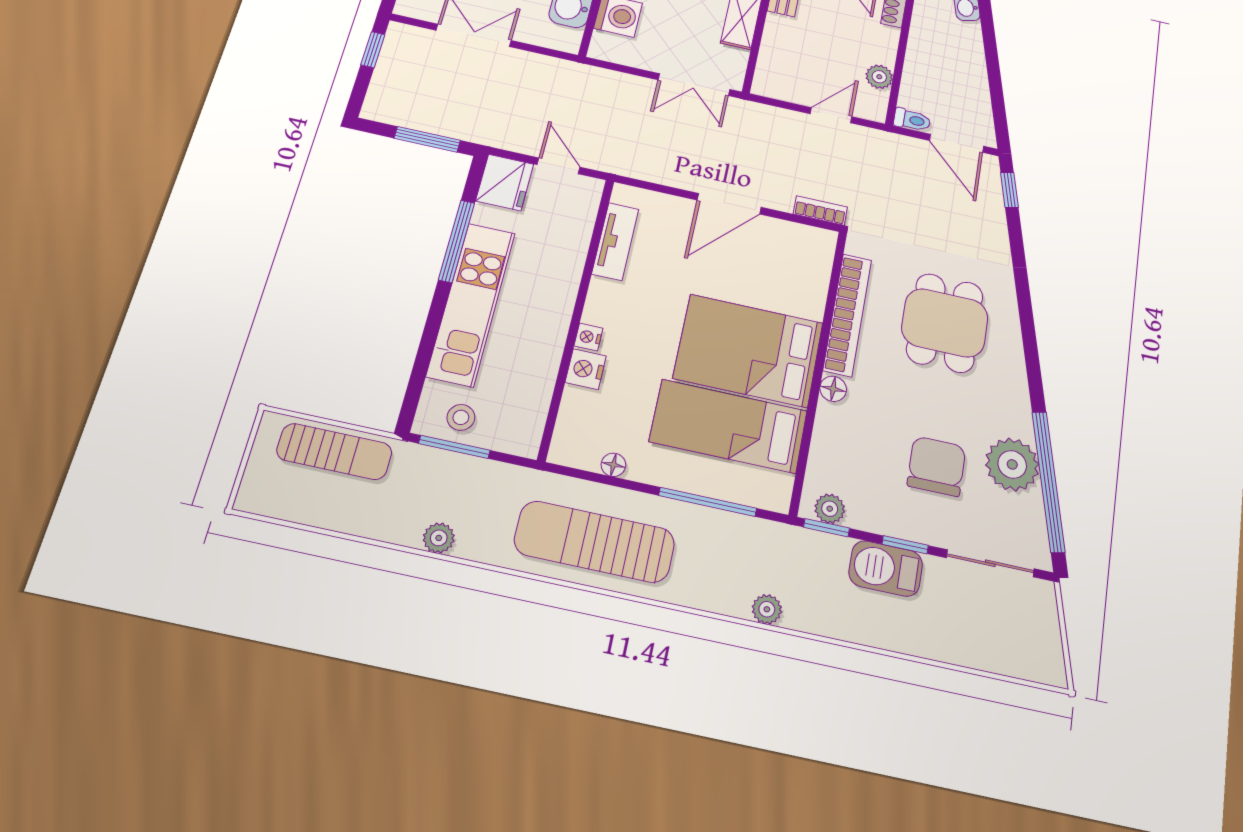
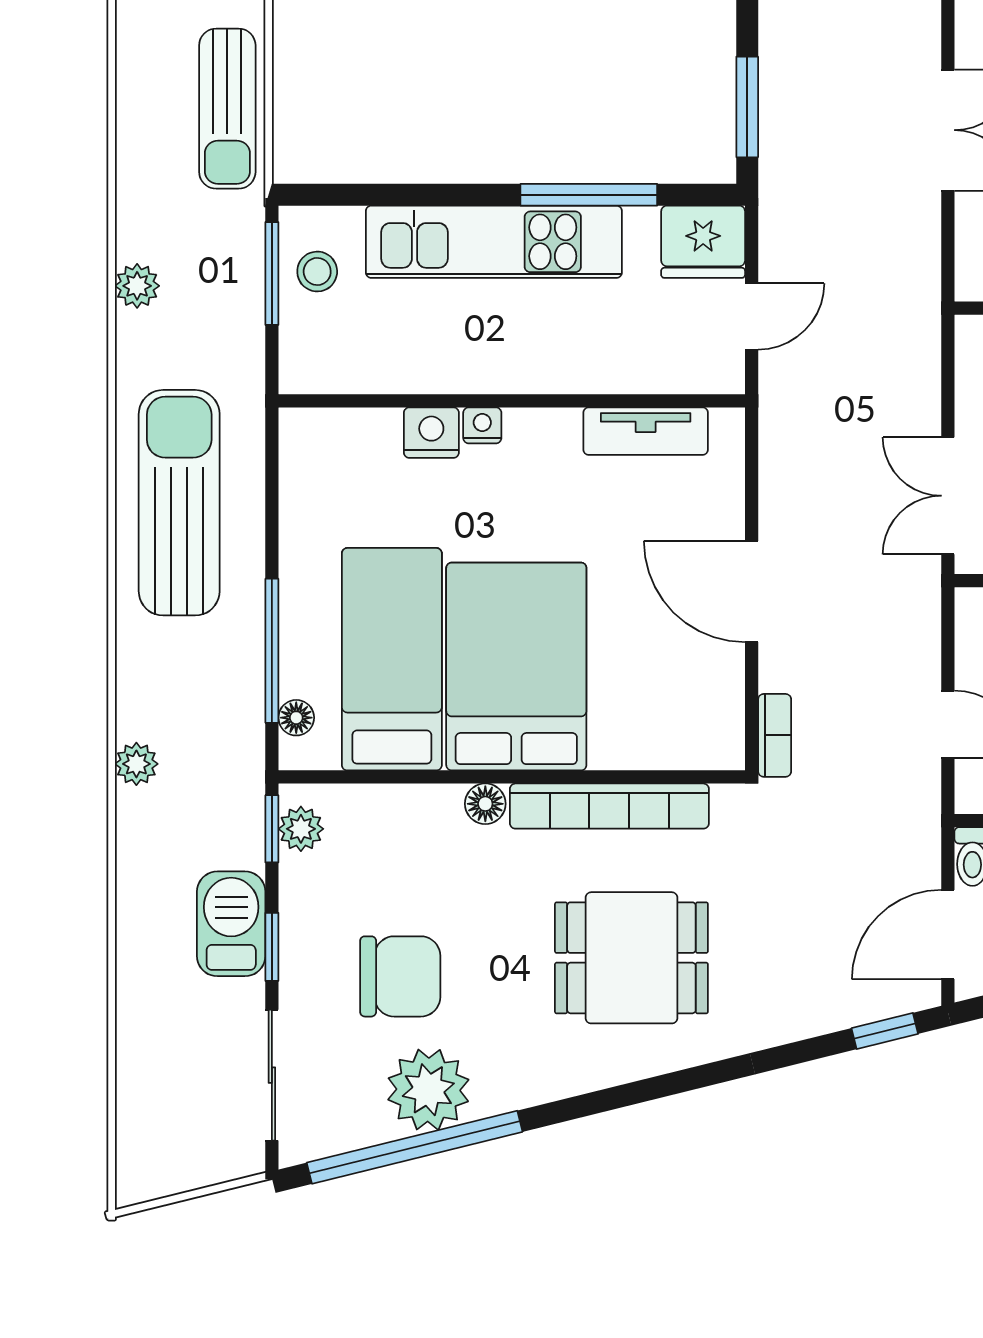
floor lamp: (613, 465) -> (296, 718), moved

